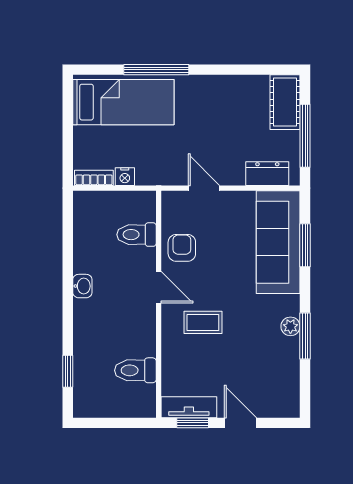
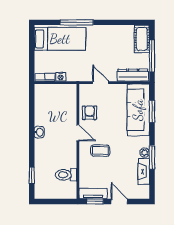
dresser: (267, 174) -> (133, 75), width x1.44
toilet: (137, 235) -> (67, 106), removed
fireplace: (289, 364) -> (144, 172), added

